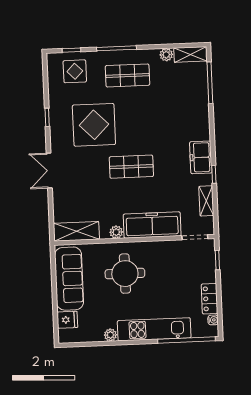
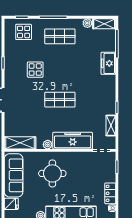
display table: (94, 125) -> (35, 70), width x0.54, depth x0.54
freezer: (201, 157) -> (108, 63), moved

